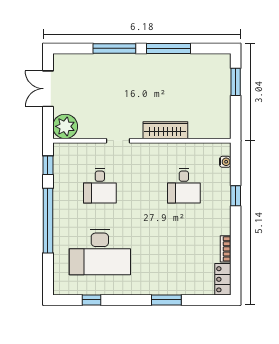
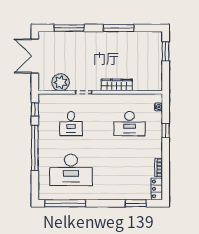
window: (114, 48) -> (69, 28), moved
double door: (48, 89) -> (35, 56), width x1.37
plant: (65, 126) -> (61, 82), moved
desk: (184, 186) -> (130, 124), width x1.37
window: (92, 300) -> (65, 203), width x3.17
window: (166, 300) -> (136, 203), moved

